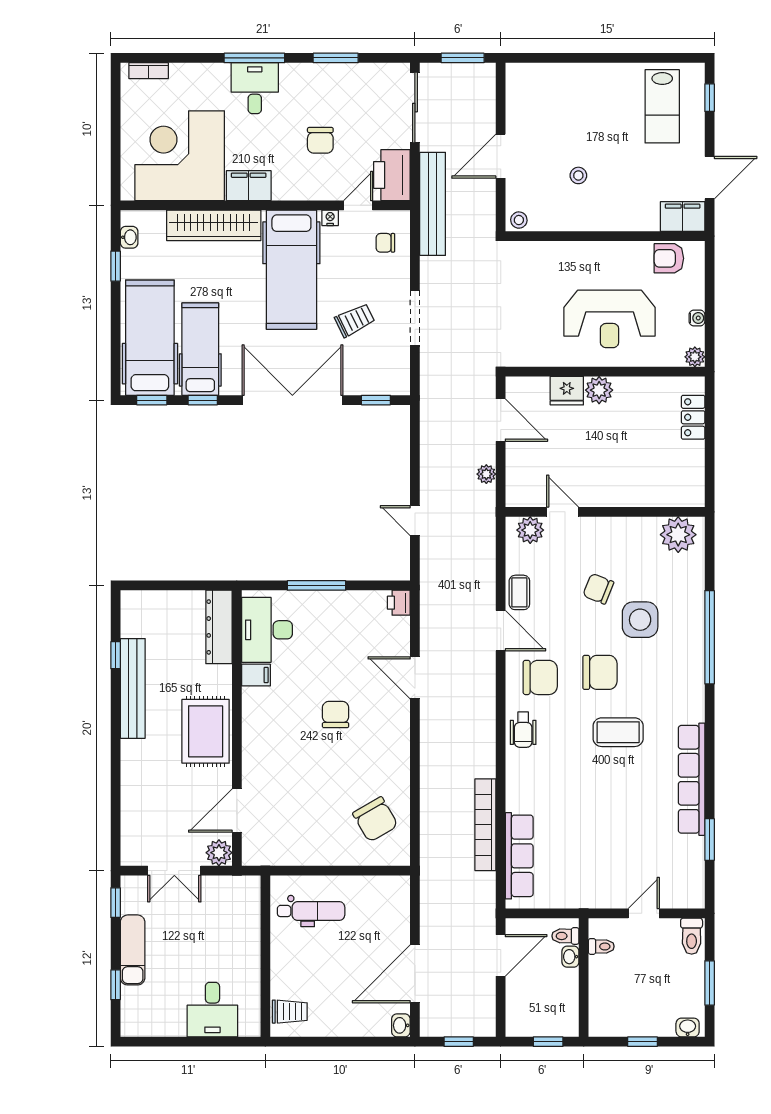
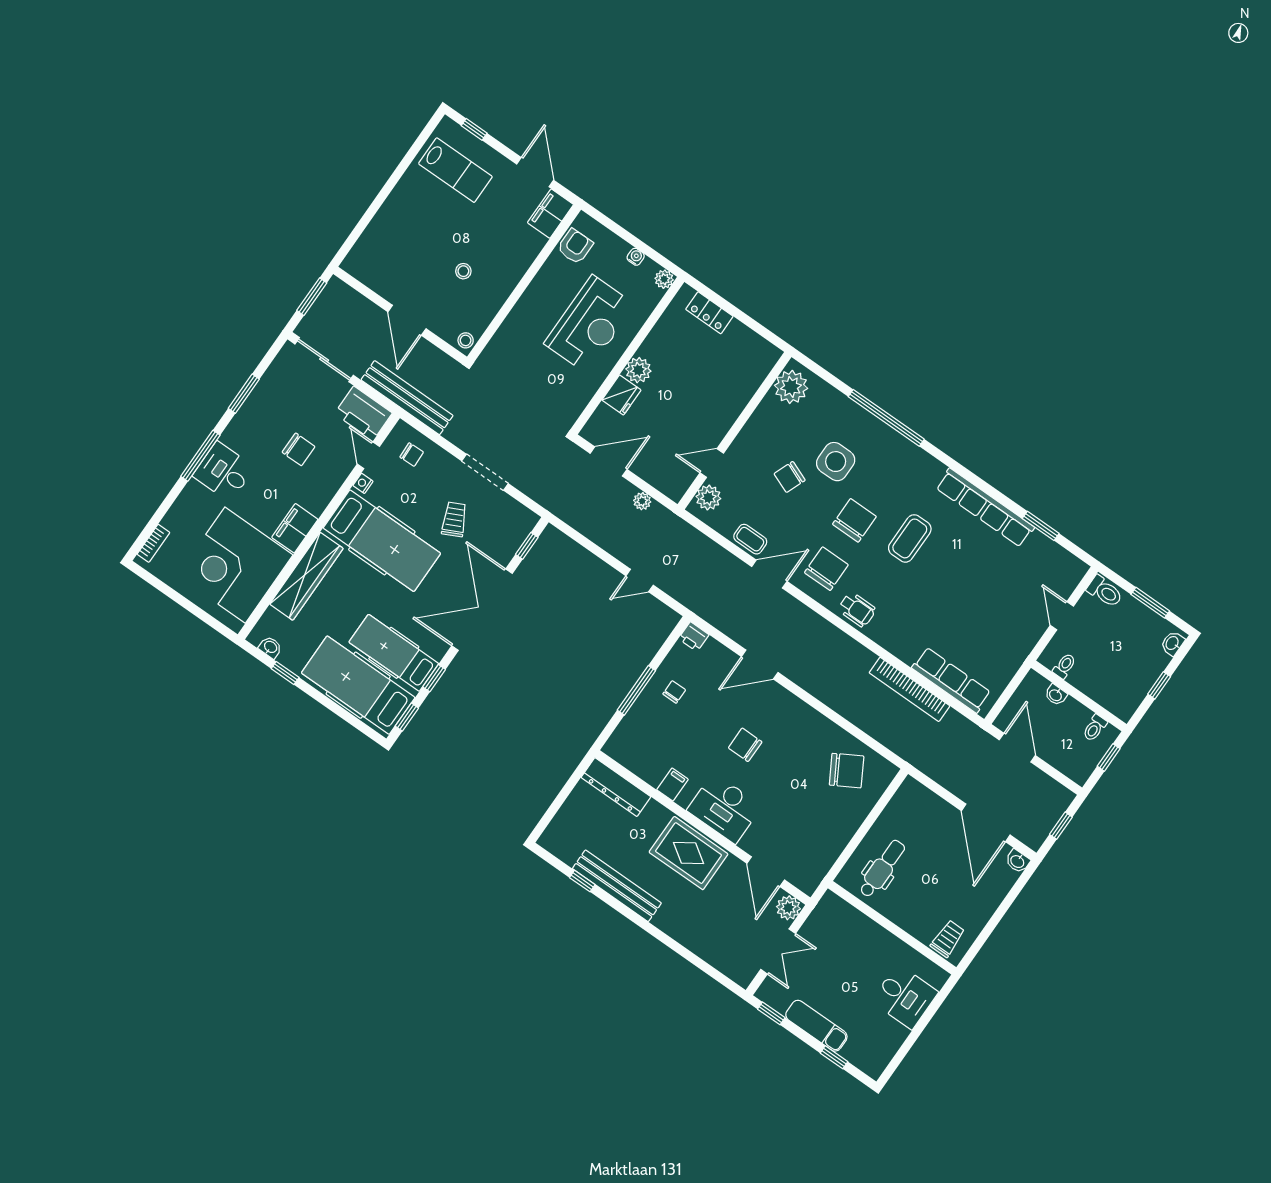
chair: (385, 243) -> (412, 455), turned -92
armchair: (669, 258) -> (575, 246), turned 180
chair: (338, 620) -> (674, 692), added
desk: (267, 630) -> (724, 808), moved
toilet: (565, 936) -> (1095, 728), moved

